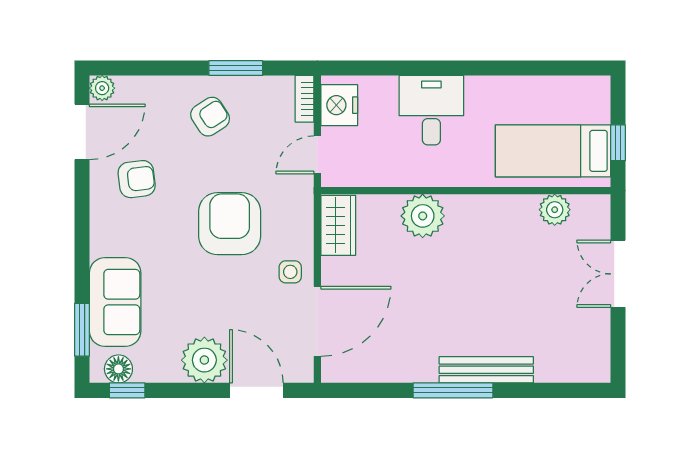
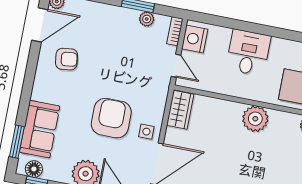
plant: (255, 88) -> (147, 19), added
armchair: (210, 117) -> (117, 31), removed
door: (317, 155) -> (176, 66), swing flipped
plant: (423, 216) -> (255, 119), moved
armchair: (230, 224) -> (111, 118), moved

